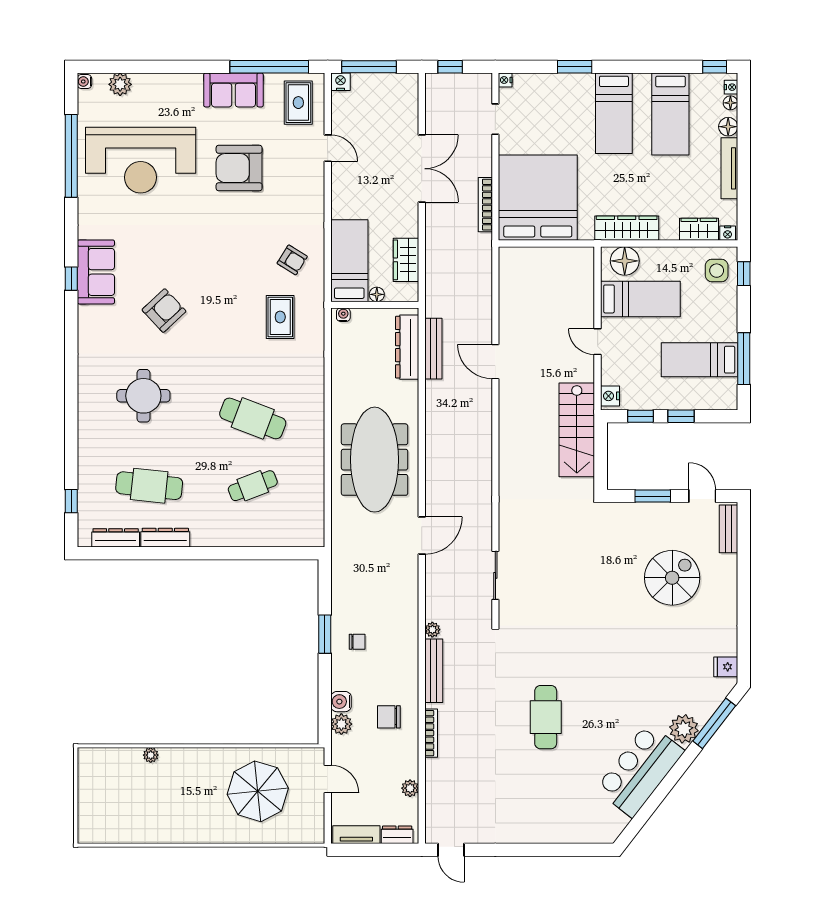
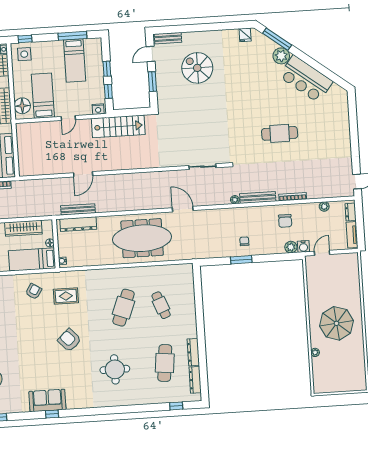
wardrobe: (406, 260) -> (23, 228), width x1.50
armchair: (164, 311) -> (69, 340), moved
water cooler: (341, 702) -> (303, 247), moved
parasol: (258, 791) -> (336, 323), moved

